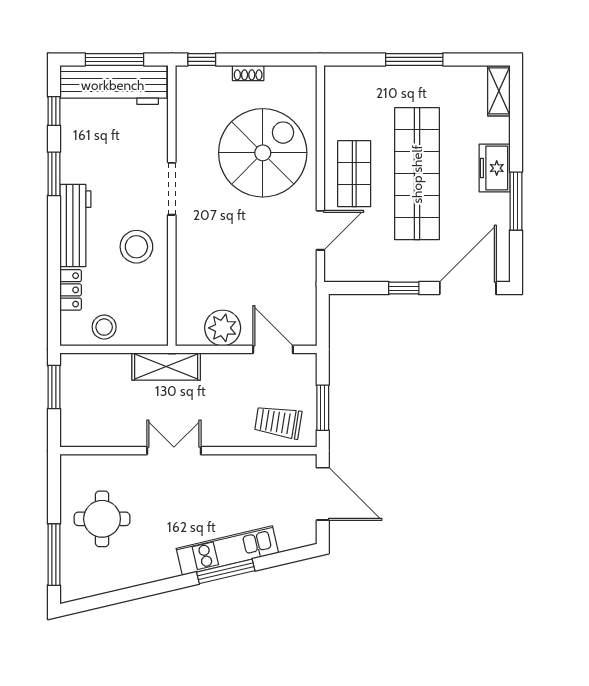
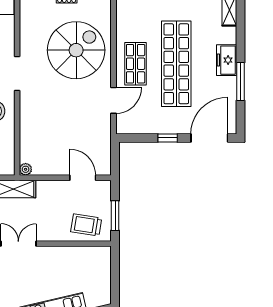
plant: (223, 328) -> (26, 169), moved, width x0.53, depth x0.53
door: (323, 494) -> (115, 272), removed

